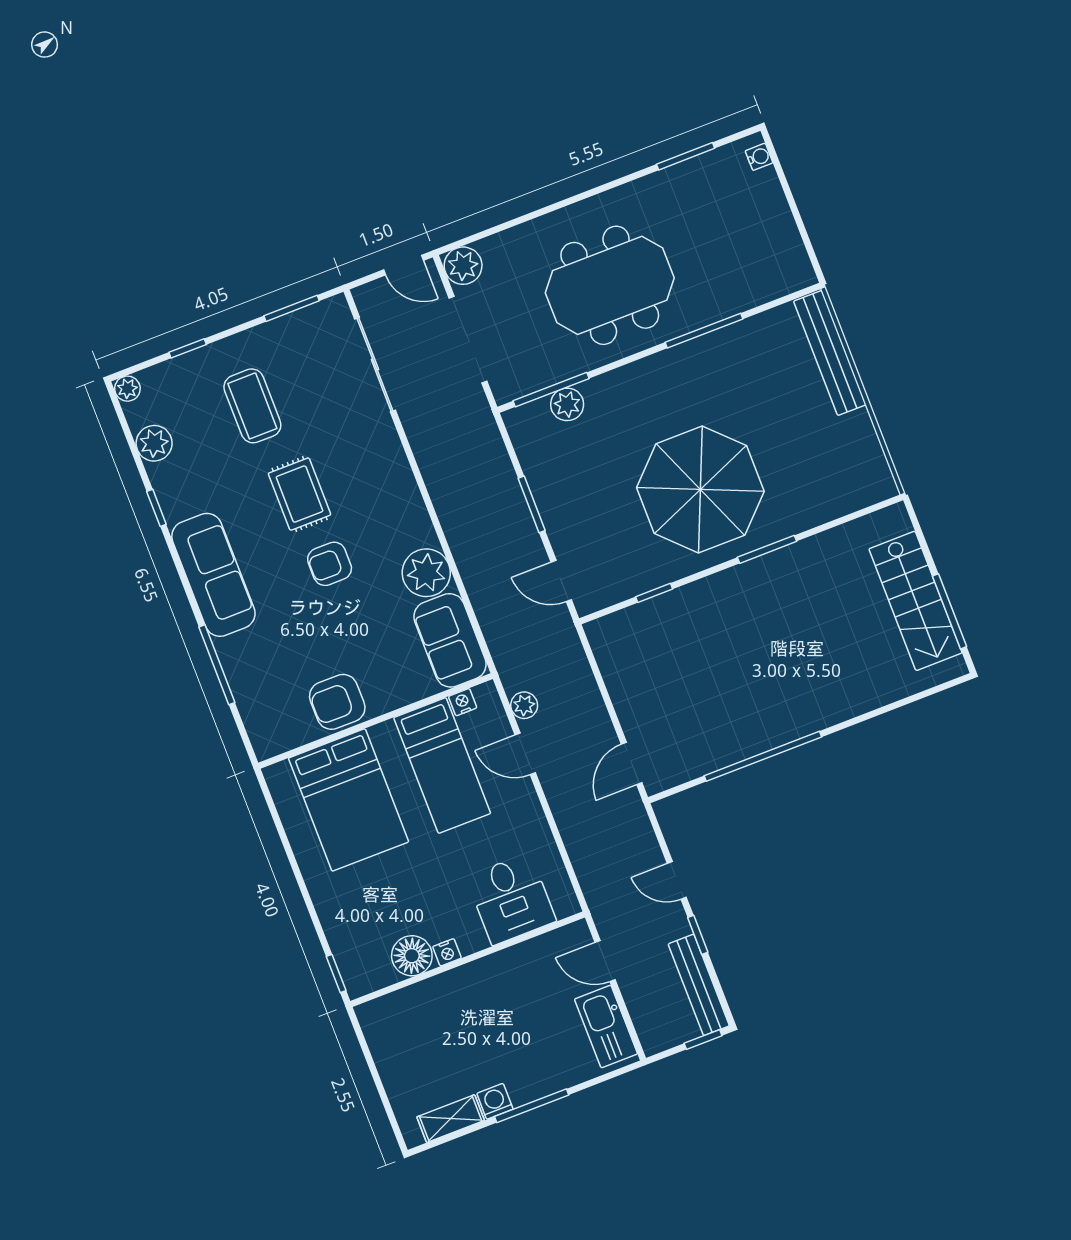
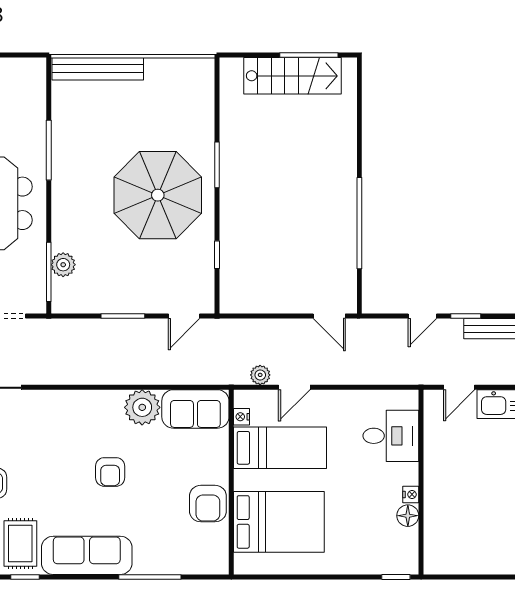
rug: (299, 494) -> (20, 543), moved, turned 90
floor lamp: (412, 956) -> (408, 516), width x0.73, depth x0.73

